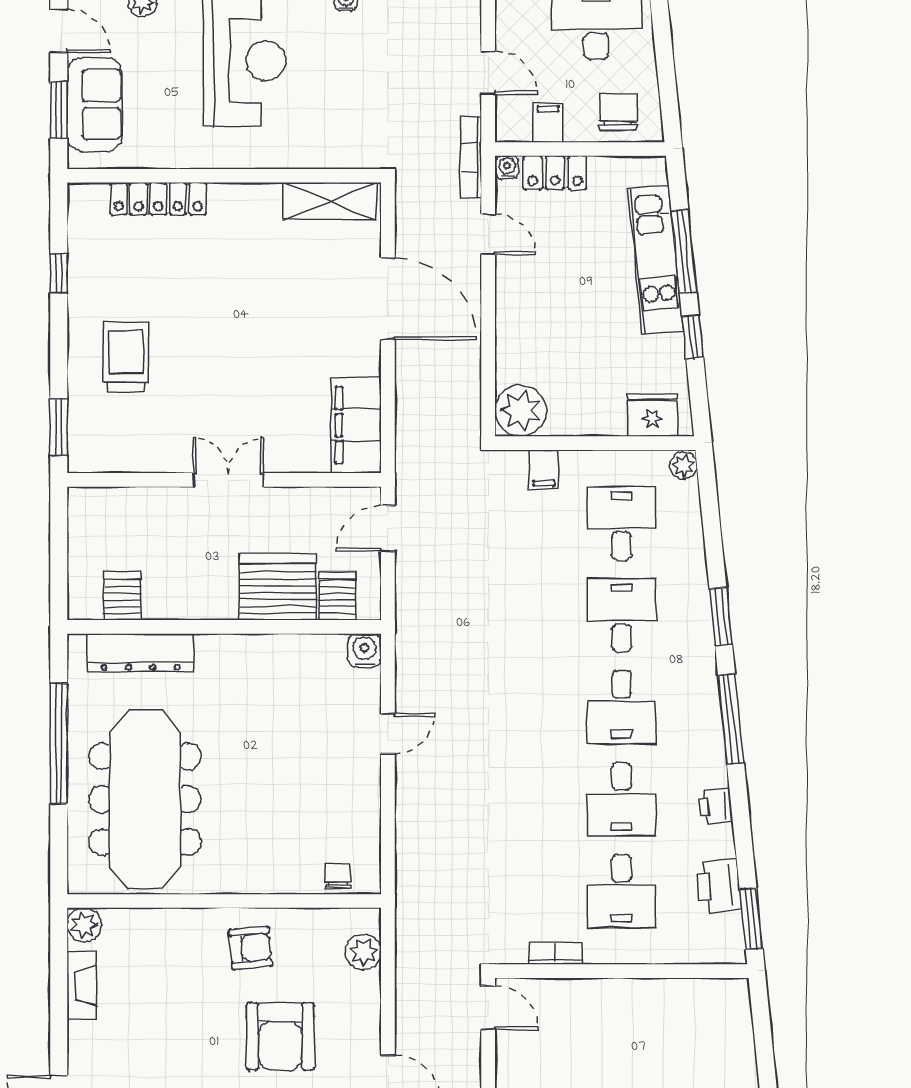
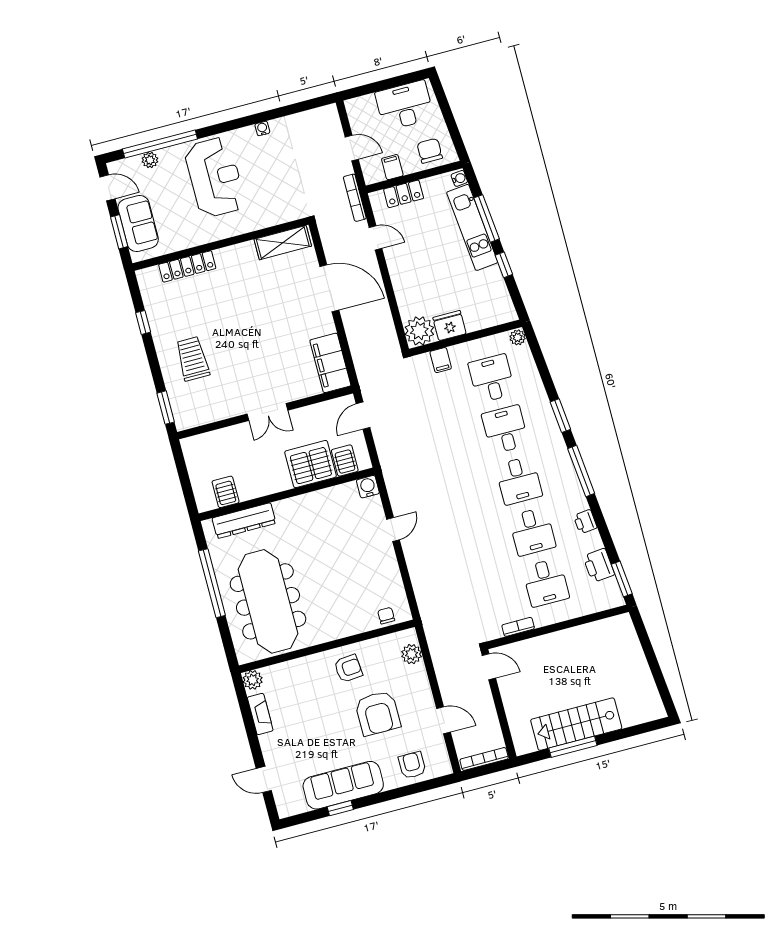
water cooler: (507, 167) -> (459, 178), moved, turned 84
fridge: (652, 415) -> (449, 326), moved
double door: (228, 480) -> (267, 412), swing flipped

